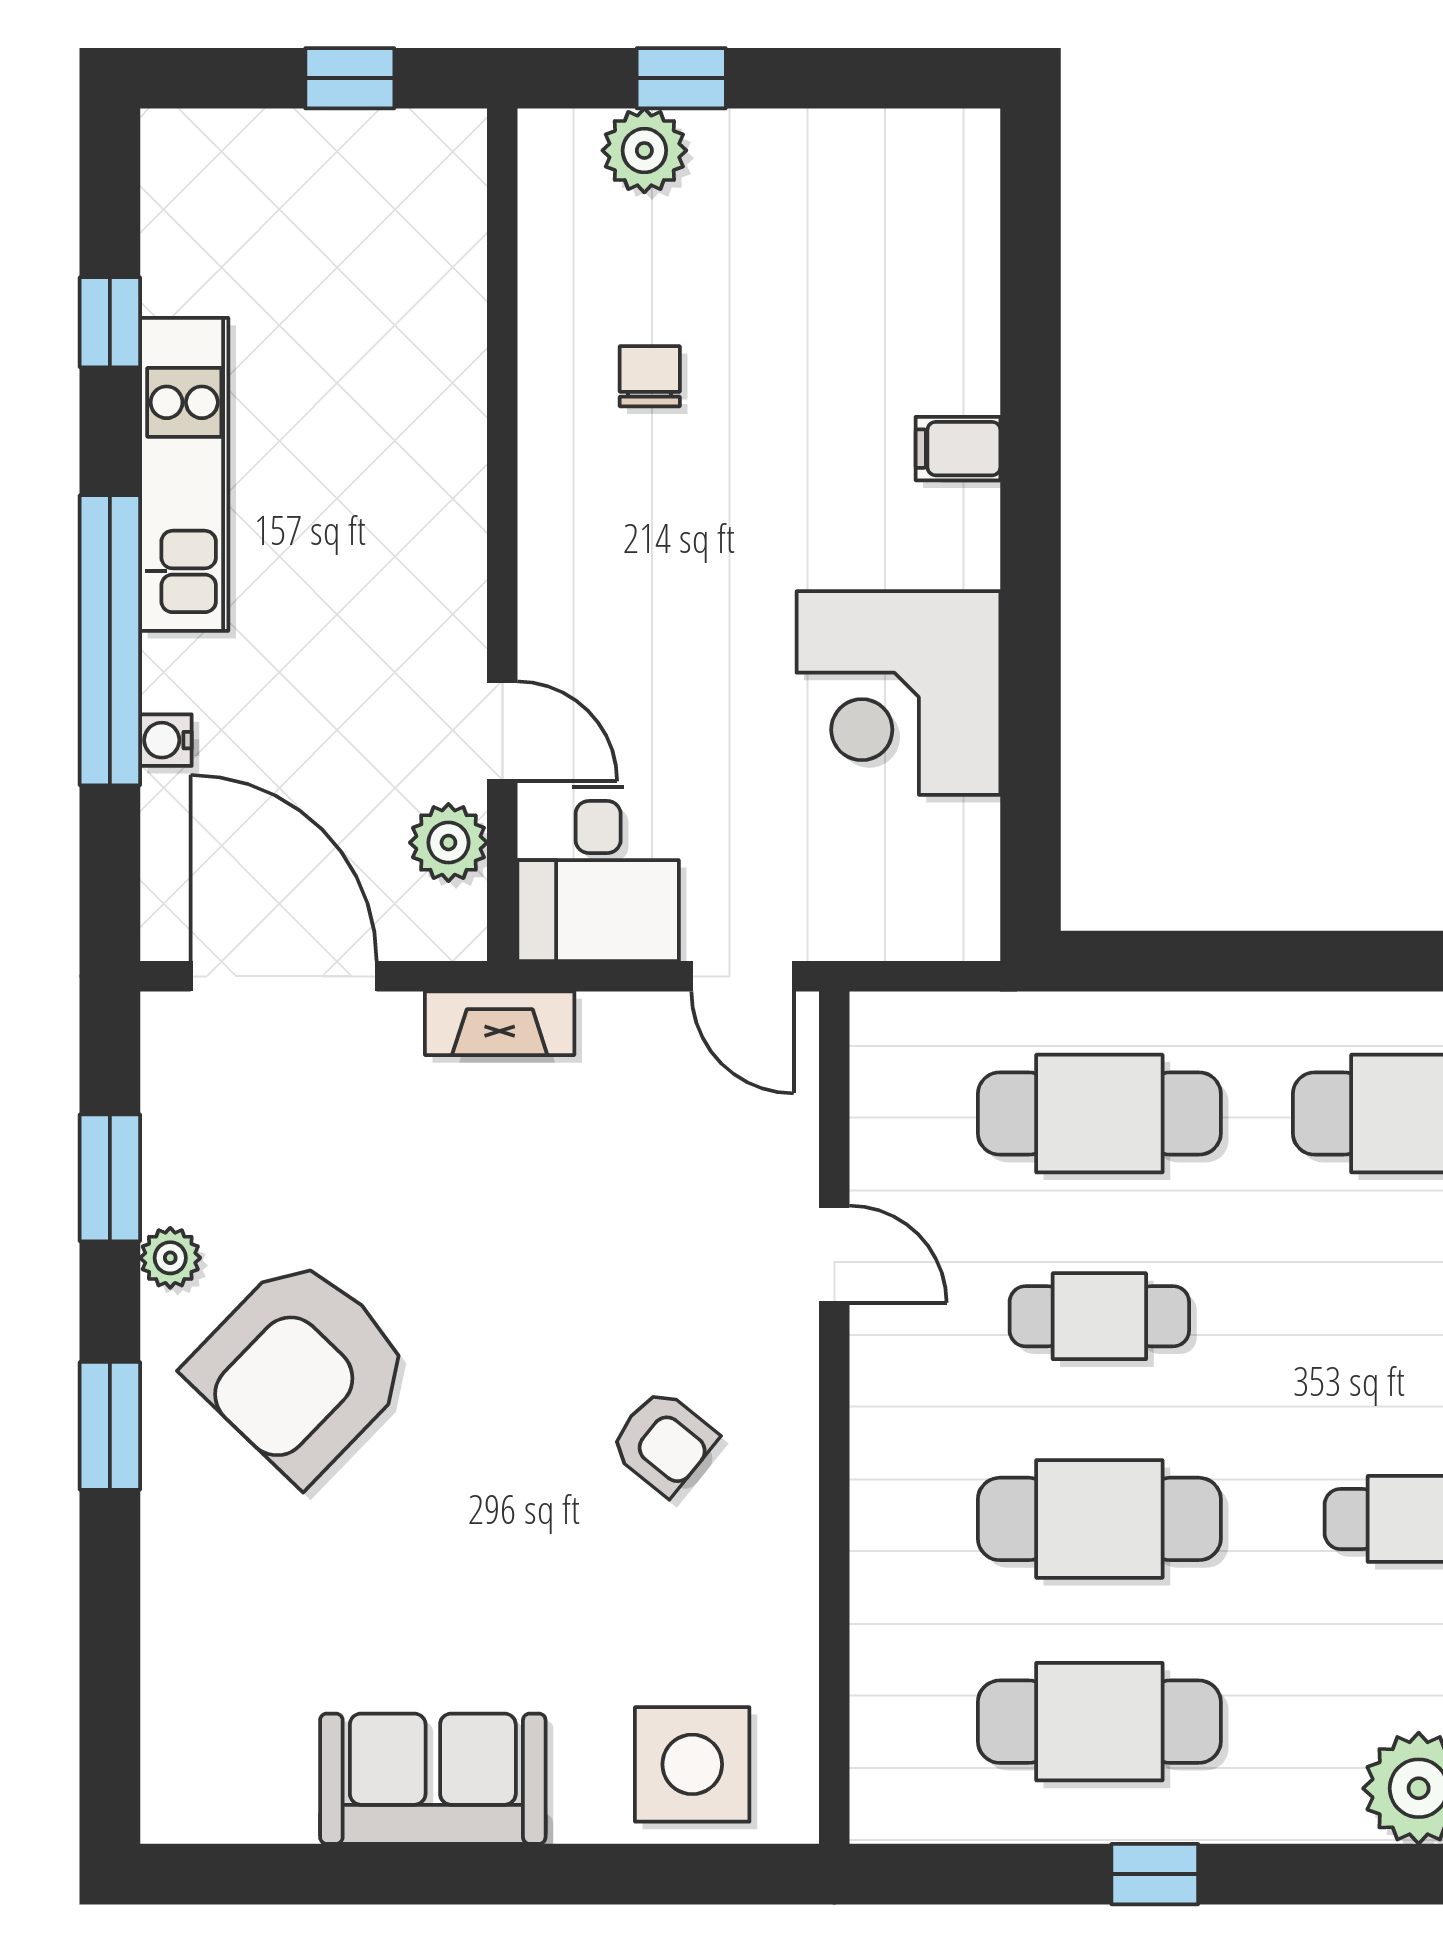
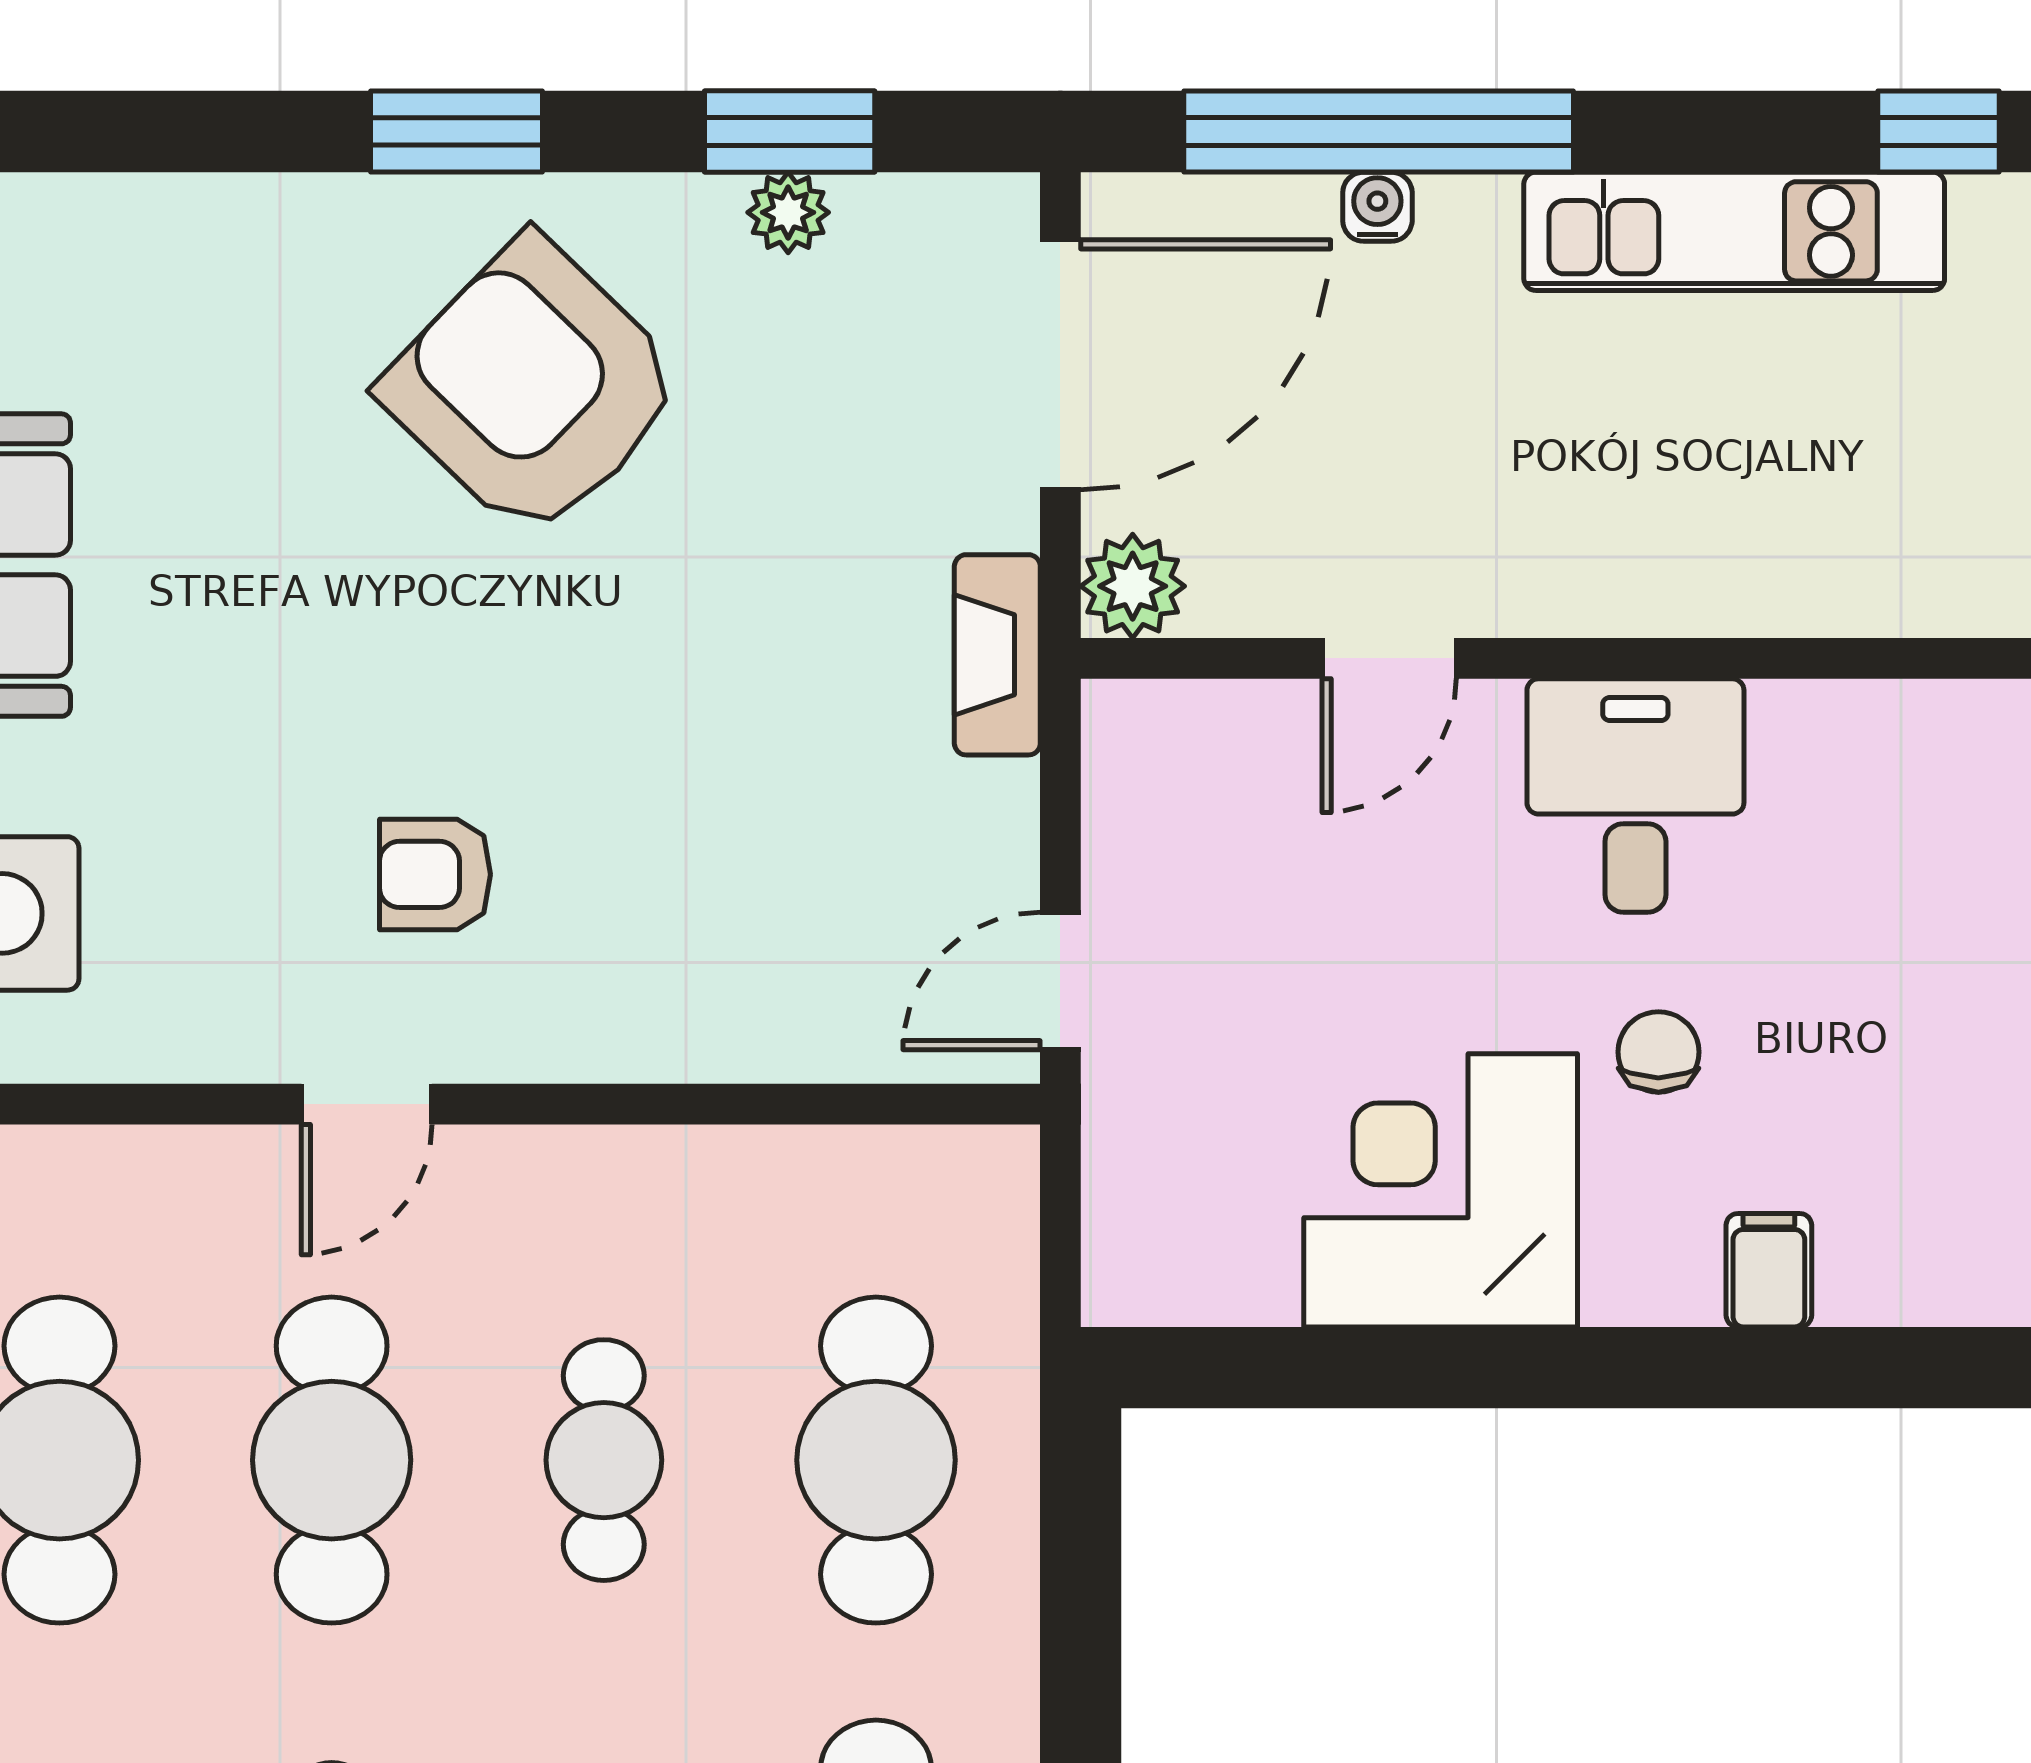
chair: (650, 376) -> (1658, 1052), moved, turned -90
window: (110, 640) -> (1379, 132), moved
plant: (448, 843) -> (1133, 586), moved
desk: (598, 874) -> (1635, 796), moved, turned 90
door: (834, 1254) -> (367, 1104), moved
plant: (170, 1258) -> (788, 212), moved
armchair: (663, 1442) -> (435, 874), turned 51

